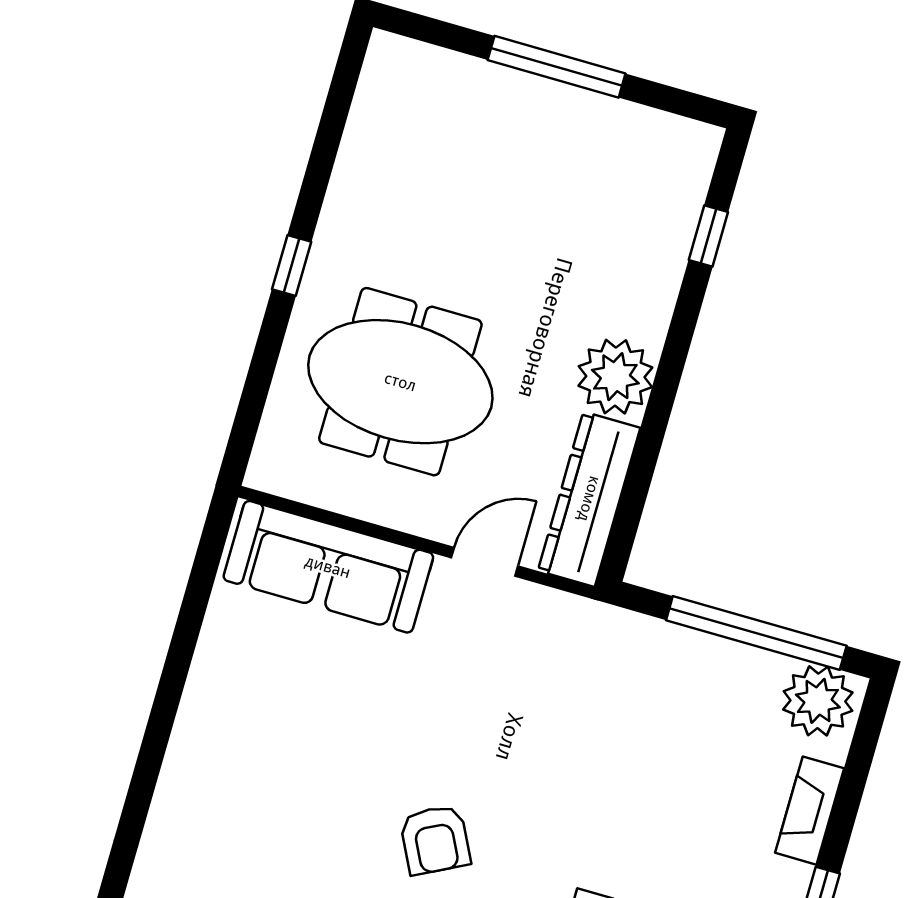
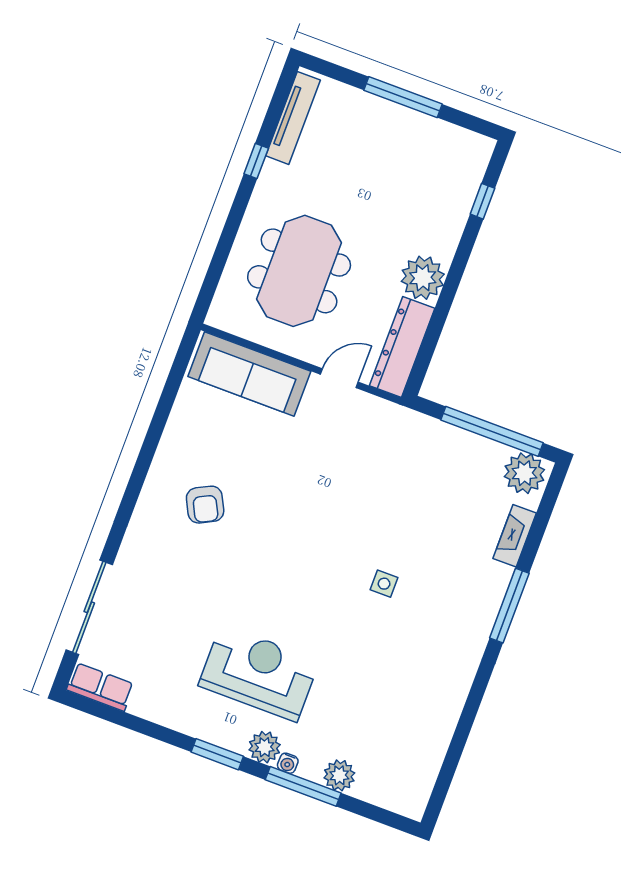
tv unit: (369, 118) -> (293, 118), added
window: (292, 266) -> (256, 161), moved
meeting table: (400, 382) -> (299, 271), turned 90
armchair: (435, 840) -> (205, 505), moved

